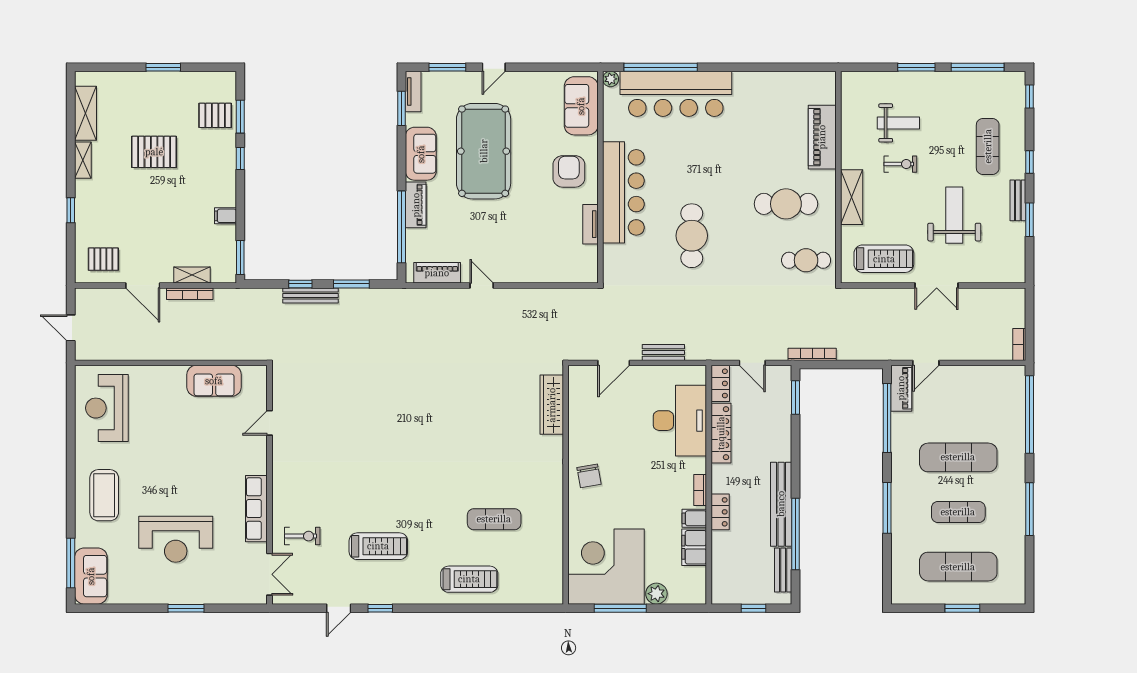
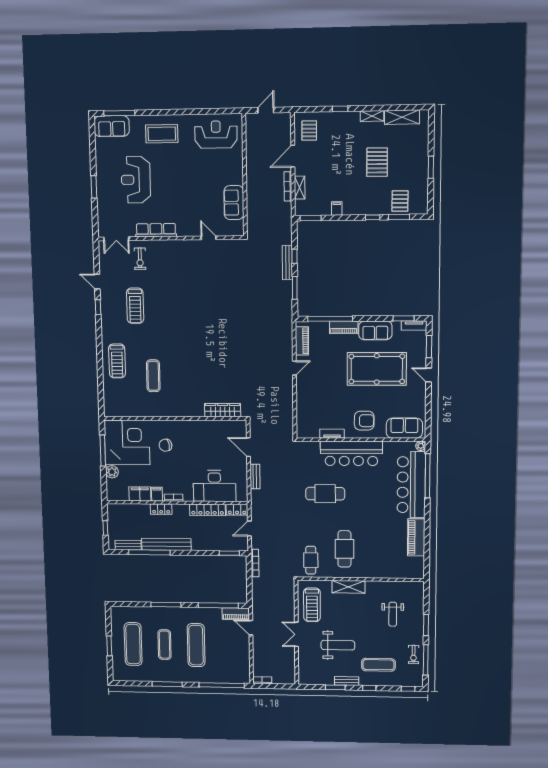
piano: (822, 137) -> (416, 537), moved, turned -90
exercise bike: (900, 164) -> (414, 654), moved
chair: (589, 476) -> (165, 445), moved

